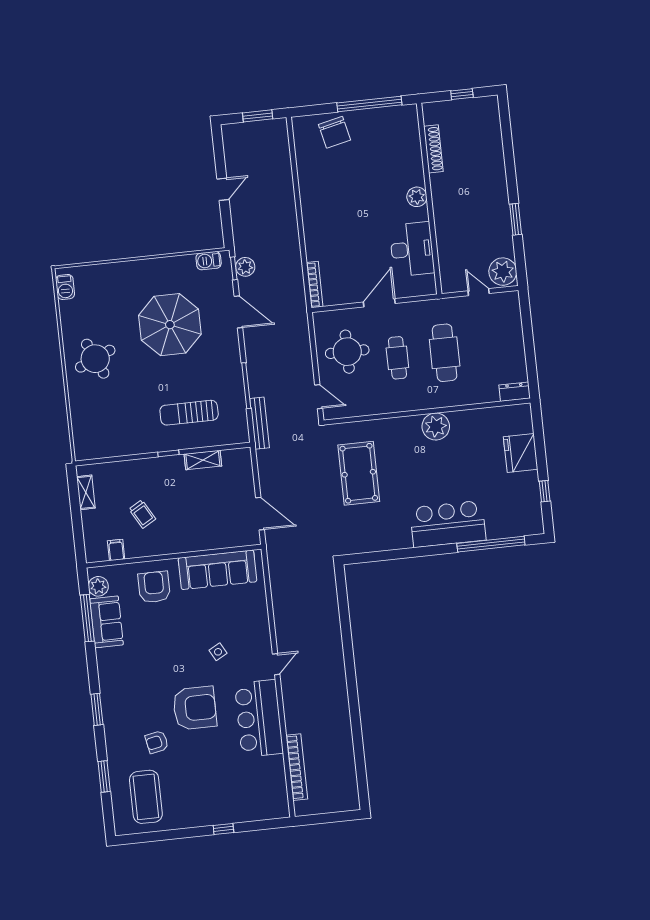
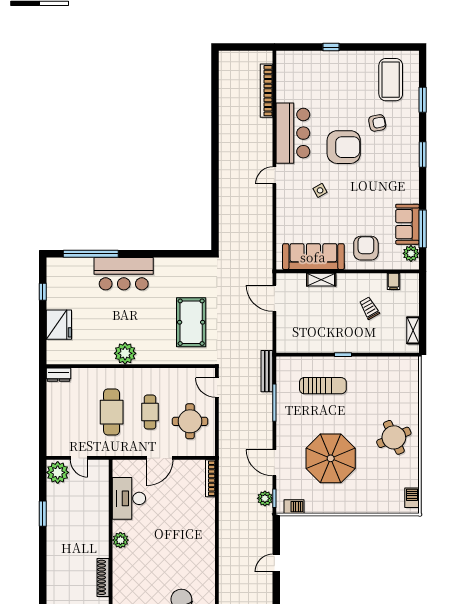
shelving: (203, 460) -> (321, 280), moved
armchair: (154, 587) -> (366, 248), turned 180
armchair: (195, 708) -> (344, 147), turned 180

